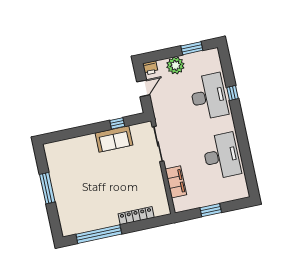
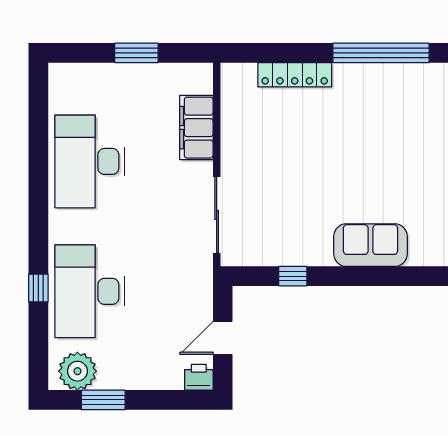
plant: (175, 65) -> (77, 371), moved
sofa: (114, 139) -> (370, 245), moved

